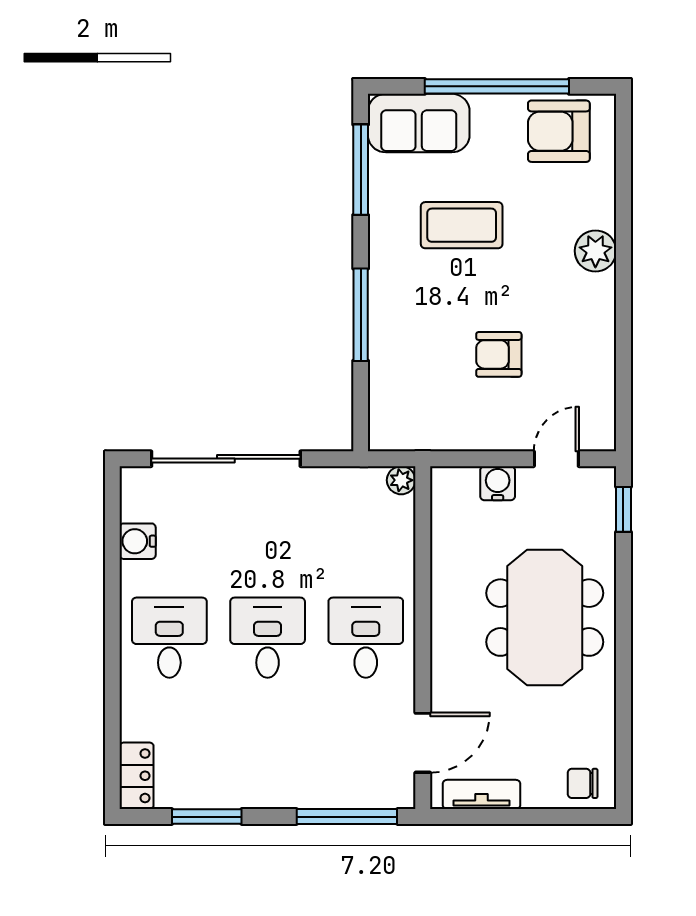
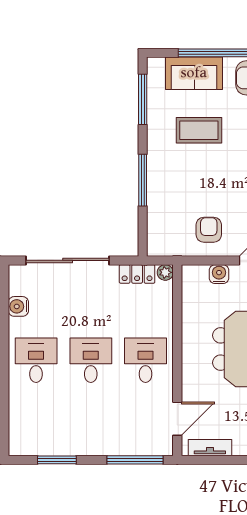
sofa: (419, 123) -> (194, 73), moved
armchair: (499, 354) -> (209, 230), moved, turned 90
locker: (137, 776) -> (137, 274), moved, turned 90

